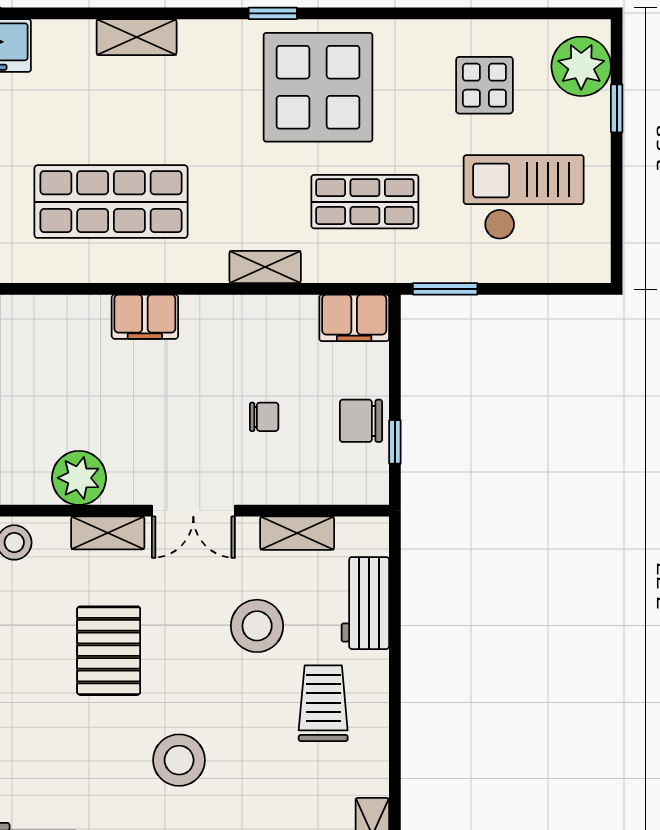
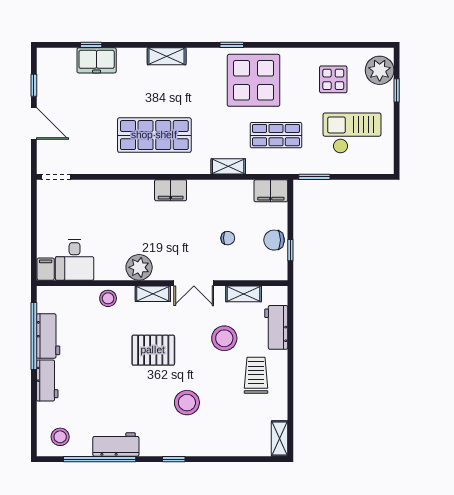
pallet: (109, 651) -> (153, 350), turned 90

